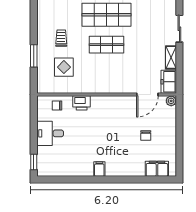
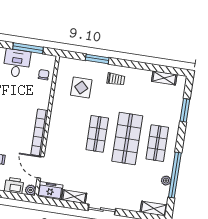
trolley: (61, 38) -> (116, 79), moved
bookcase: (114, 101) -> (39, 133), added
printer: (82, 103) -> (14, 185), moved, turned 90
window: (34, 125) -> (28, 48), added

